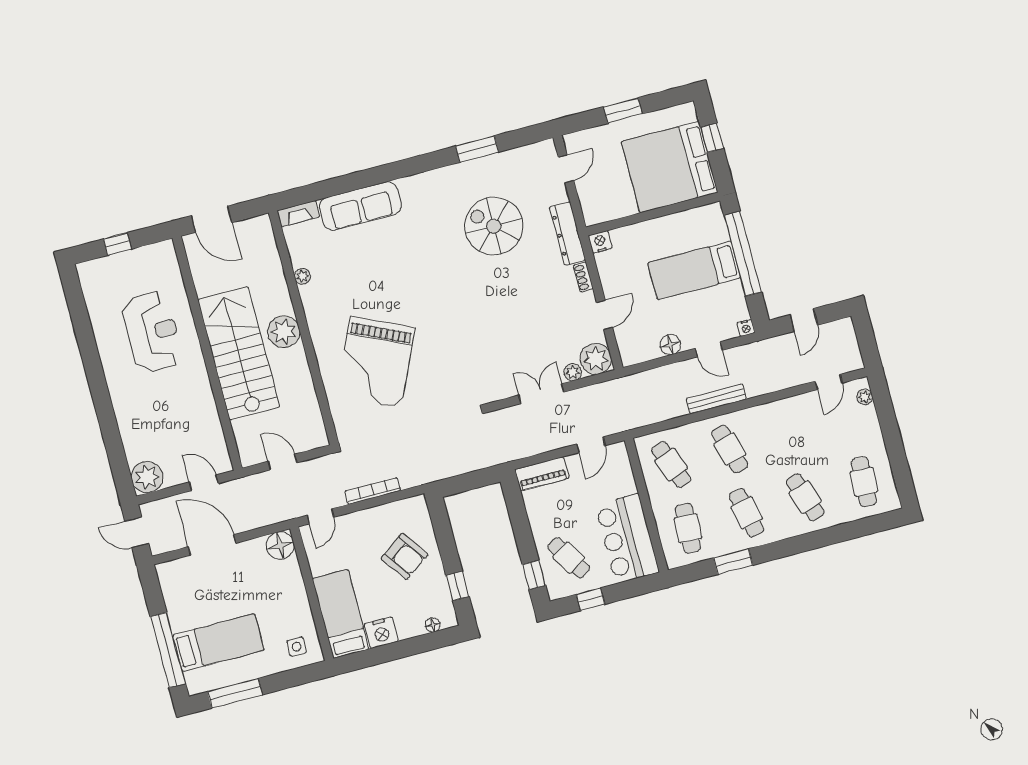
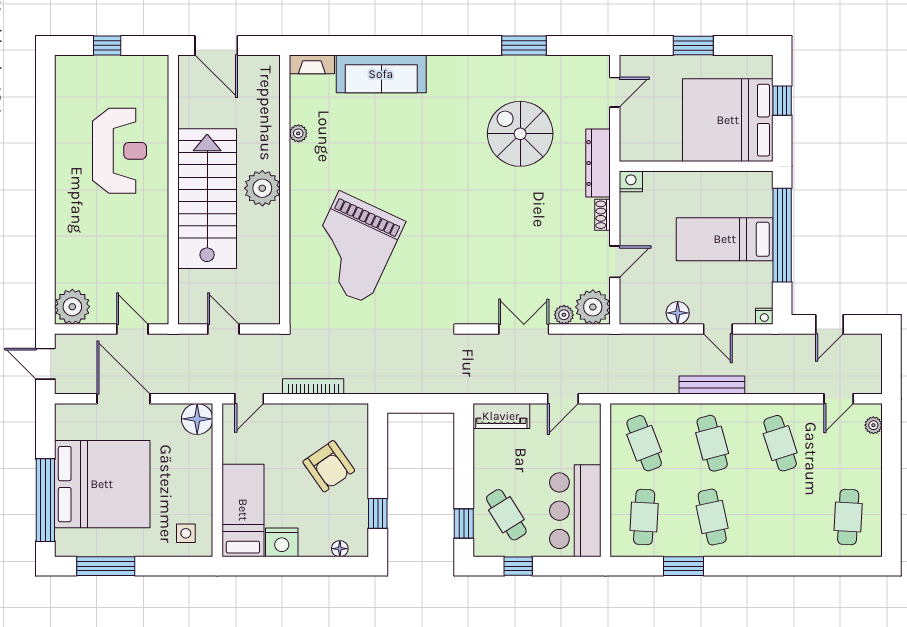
cafe table: (805, 497) -> (780, 443), moved
bed: (218, 643) -> (102, 484), width x2.04

